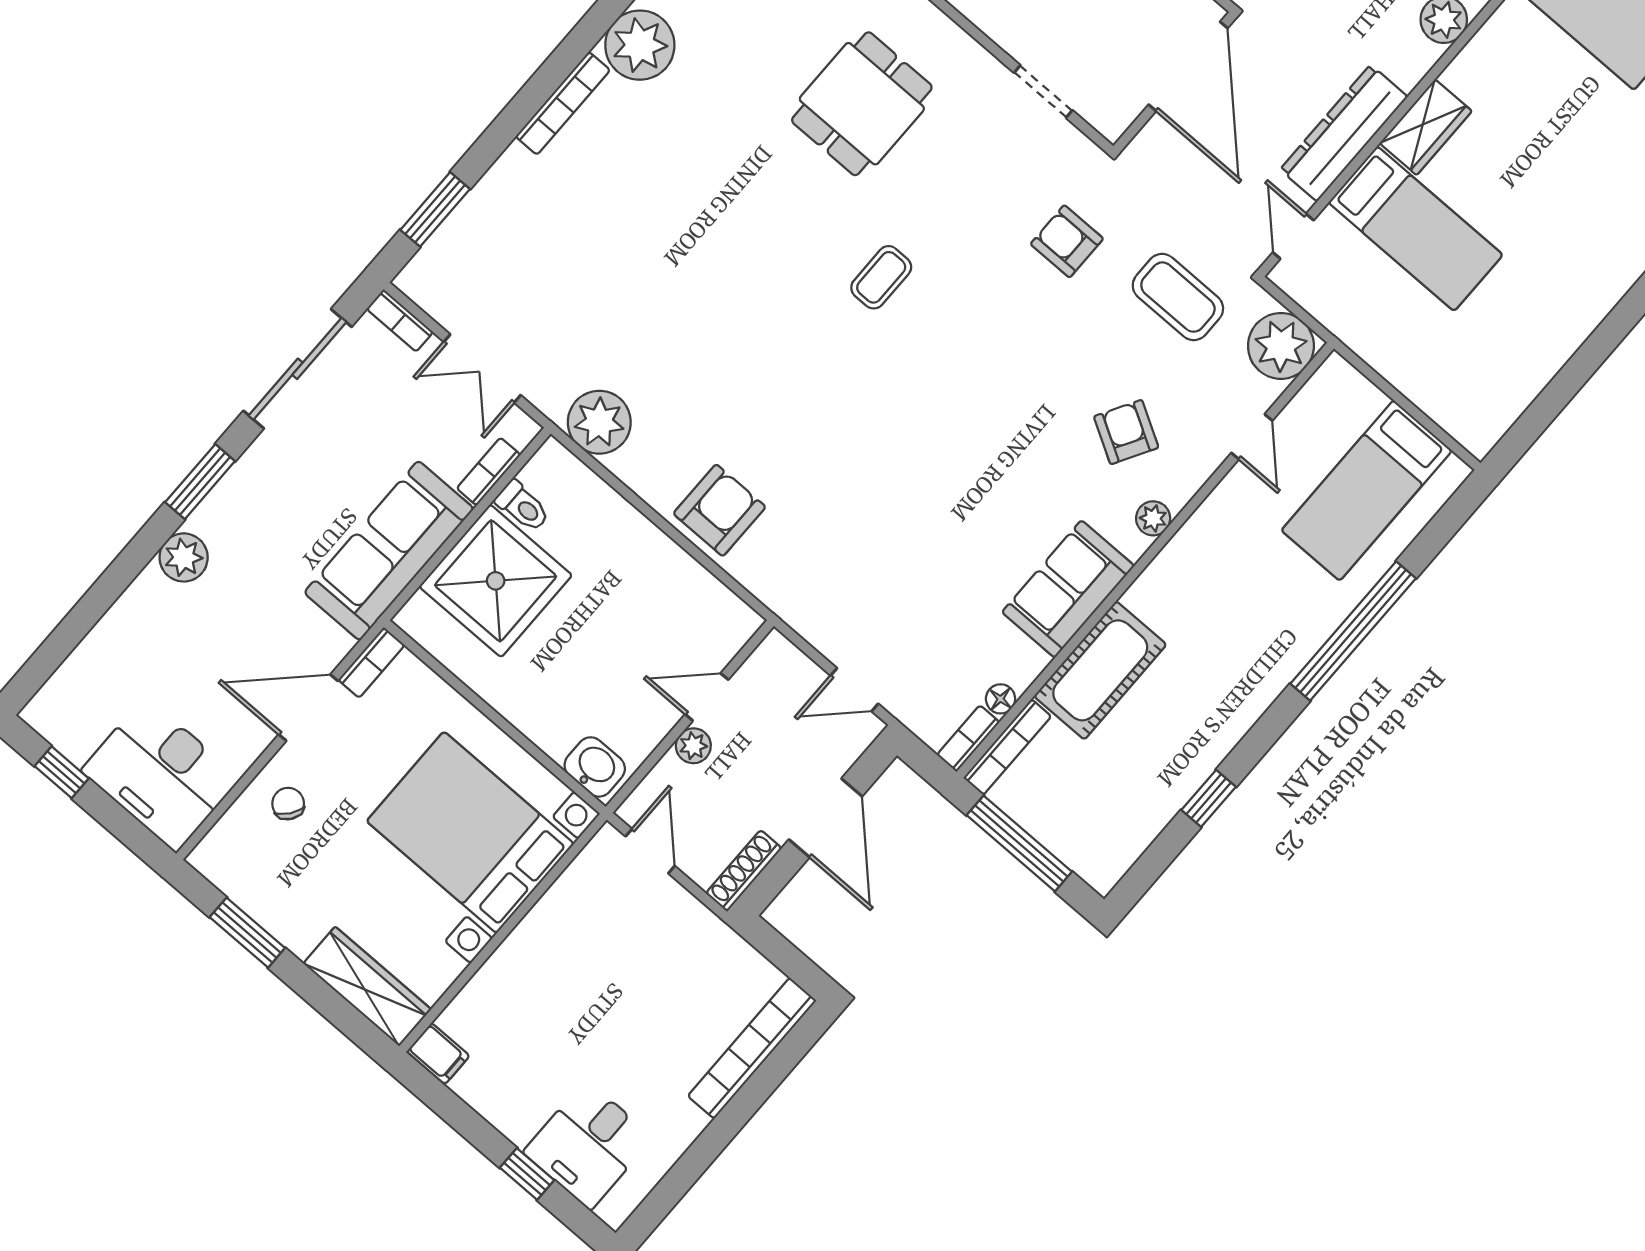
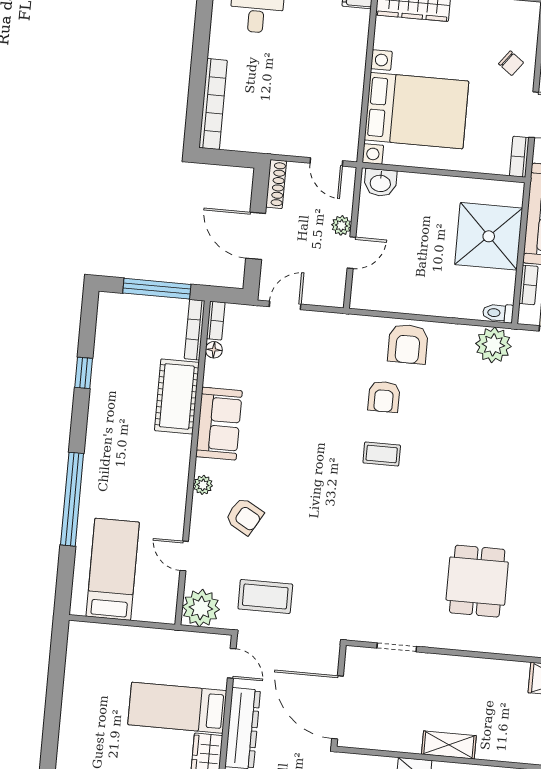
armchair: (1067, 241) -> (384, 397), moved, turned 90
coffee table: (881, 277) -> (382, 454), moved, turned 90
toilet: (523, 506) -> (498, 313), moved

